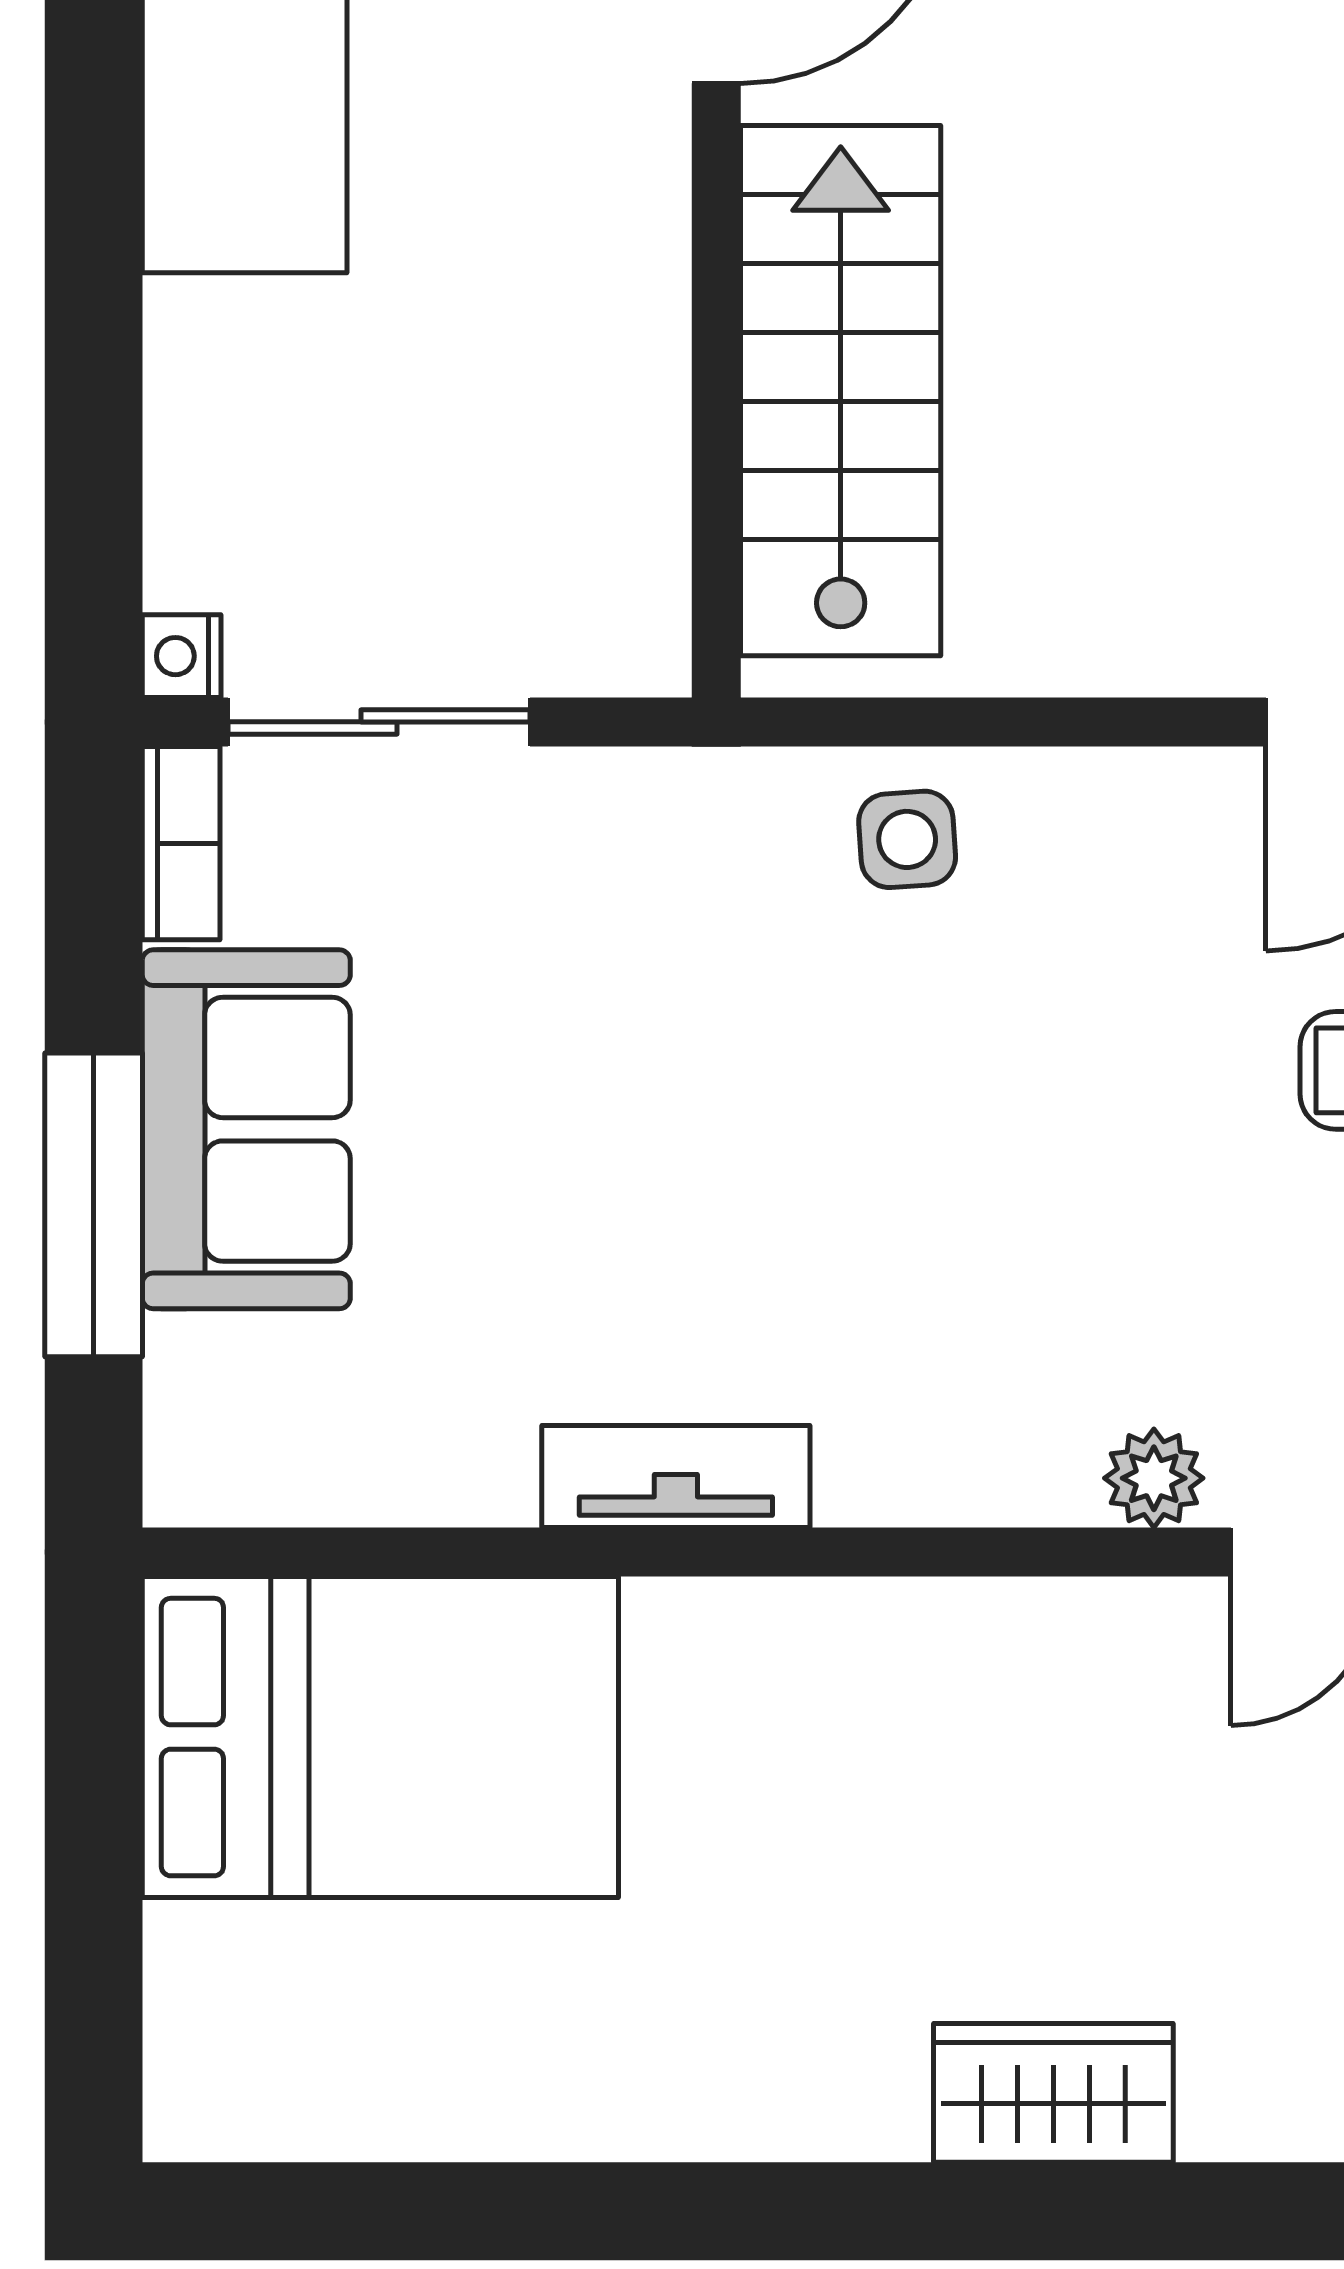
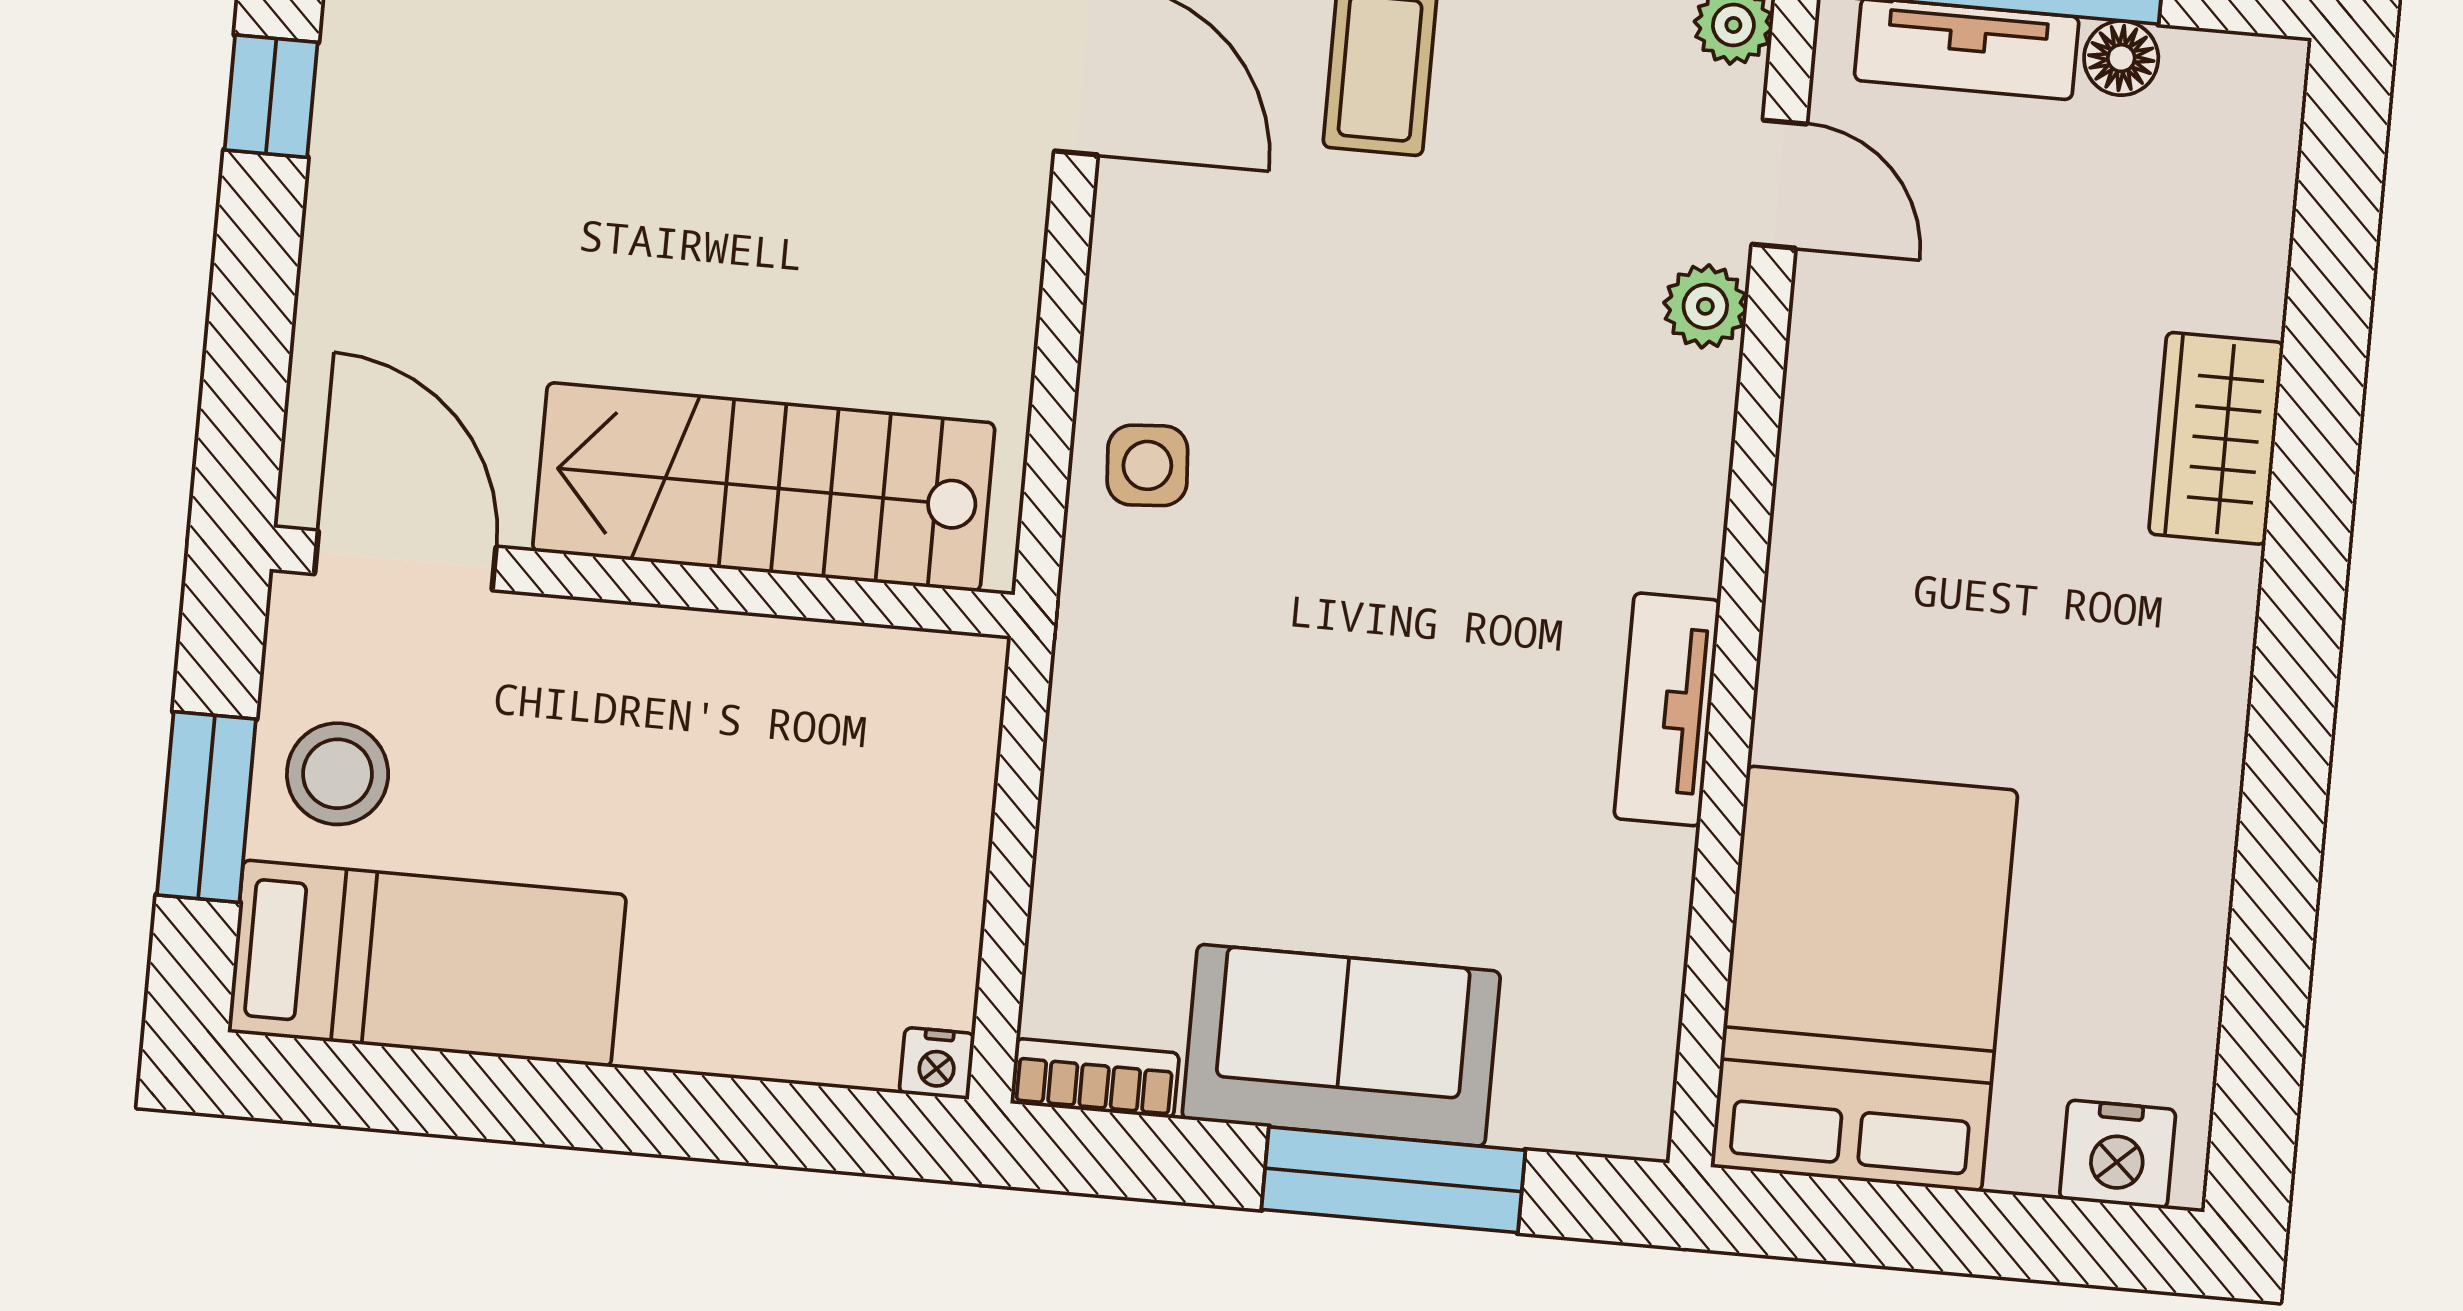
sliding door: (379, 722) -> (1008, 902), removed
nightstand: (201, 2054) -> (2118, 1154), added

